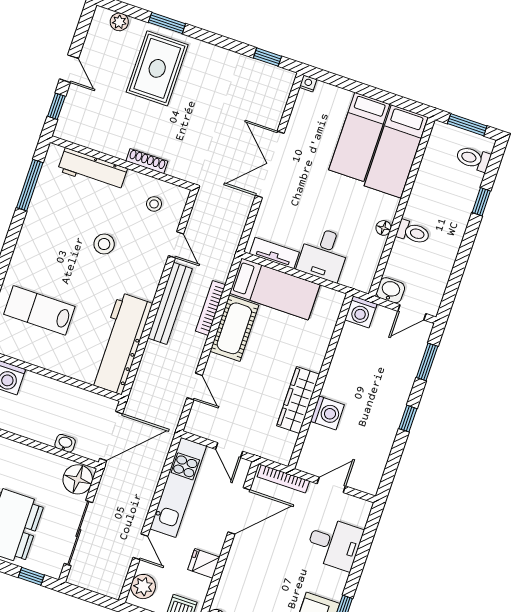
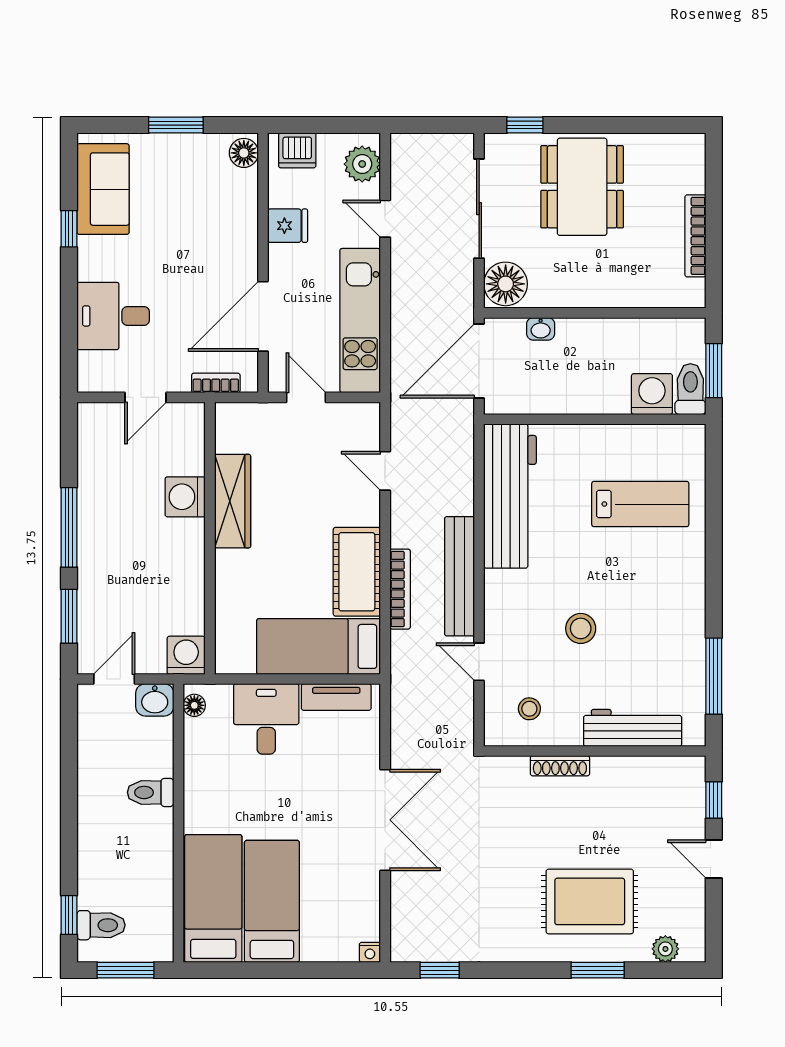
rug: (157, 68) -> (590, 901), turned 90
window: (481, 202) -> (69, 915), moved
floor lamp: (384, 228) -> (194, 705), moved
window: (408, 419) -> (69, 527), width x2.17
bookcase: (283, 479) -> (216, 383), width x0.64

